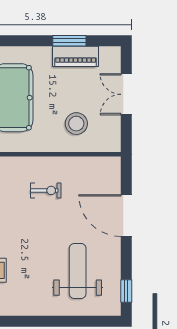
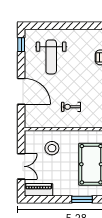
window: (69, 41) -> (82, 199), moved
piano: (76, 56) -> (39, 190), moved

